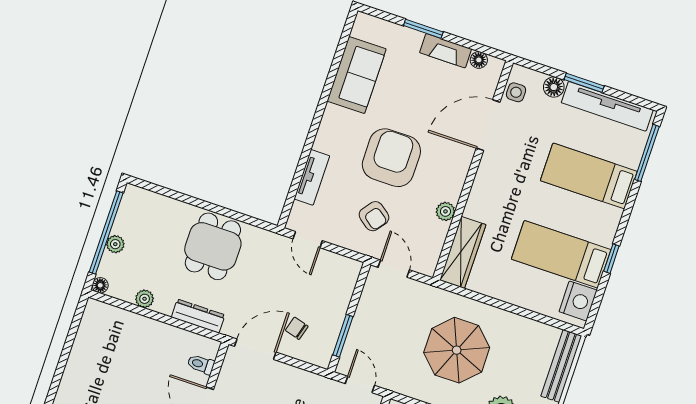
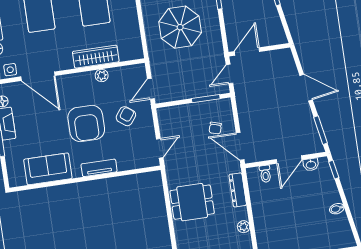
armchair: (391, 158) -> (86, 124), turned -90
tv unit: (312, 177) -> (99, 168), moved
wardrobe: (463, 252) -> (96, 57), moved

